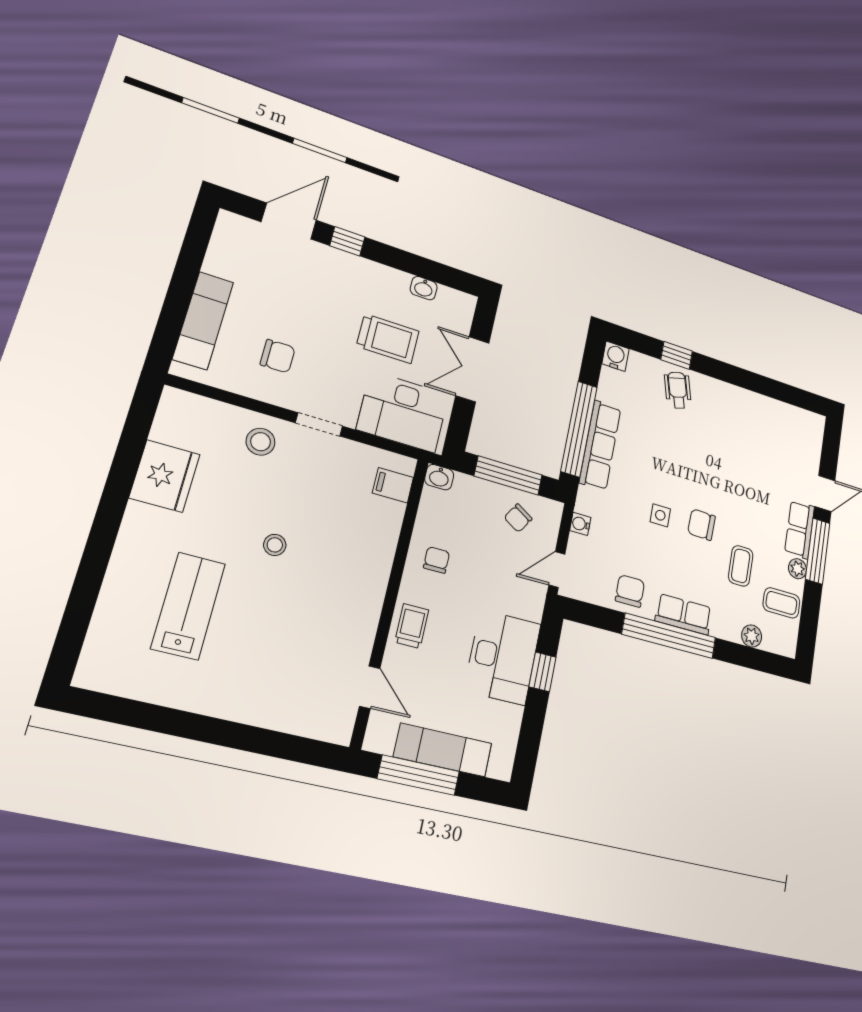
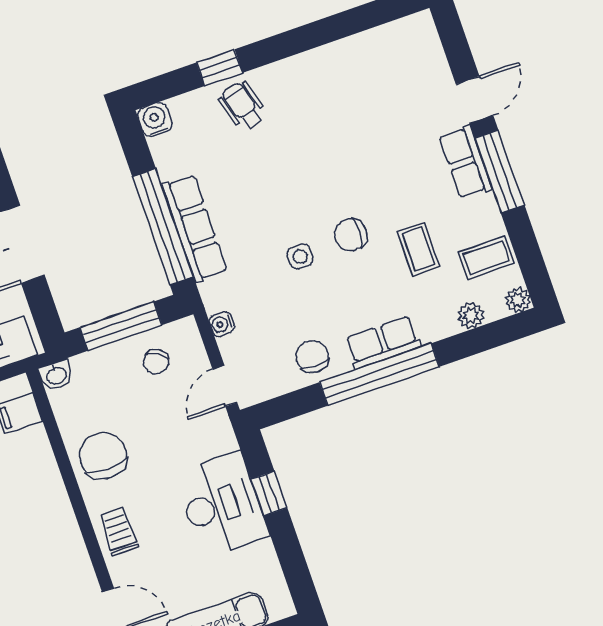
chair: (437, 560) -> (103, 456), width x1.87, depth x1.87
plant: (797, 569) -> (518, 300), moved

